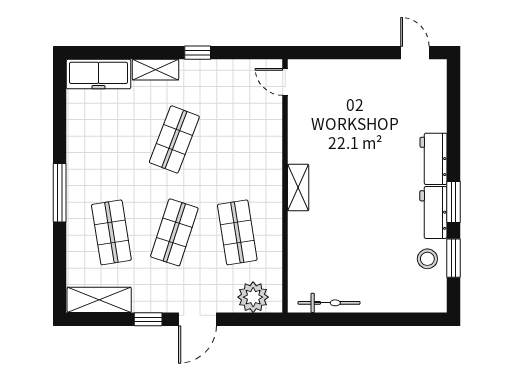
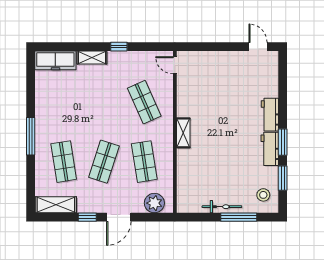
shop shelf: (174, 139) -> (144, 102), moved, turned -45
stool: (427, 259) -> (263, 195), moved
bicycle: (329, 303) -> (222, 207), moved
window: (385, 319) -> (239, 217), added

